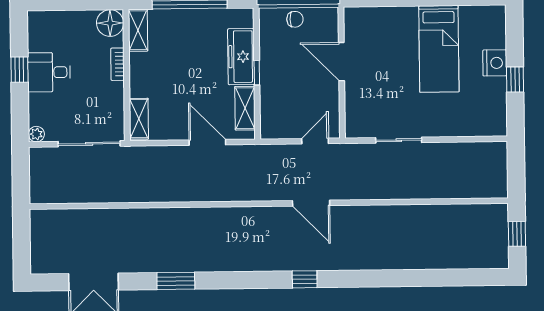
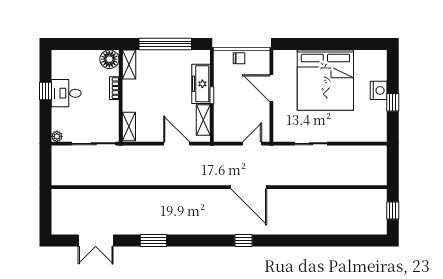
bed: (439, 49) -> (325, 80), width x2.04
door: (311, 203) -> (249, 187), width x1.36

